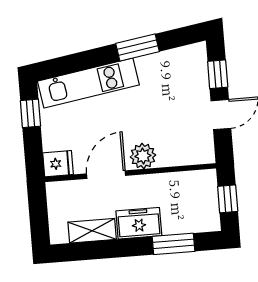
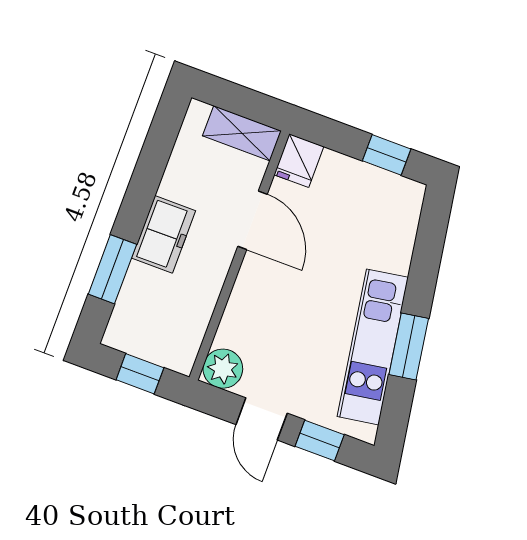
kitchen unit: (88, 83) -> (373, 347), moved
plant: (143, 156) -> (223, 369), moved
shelving: (92, 231) -> (242, 133), moved, turned 90

